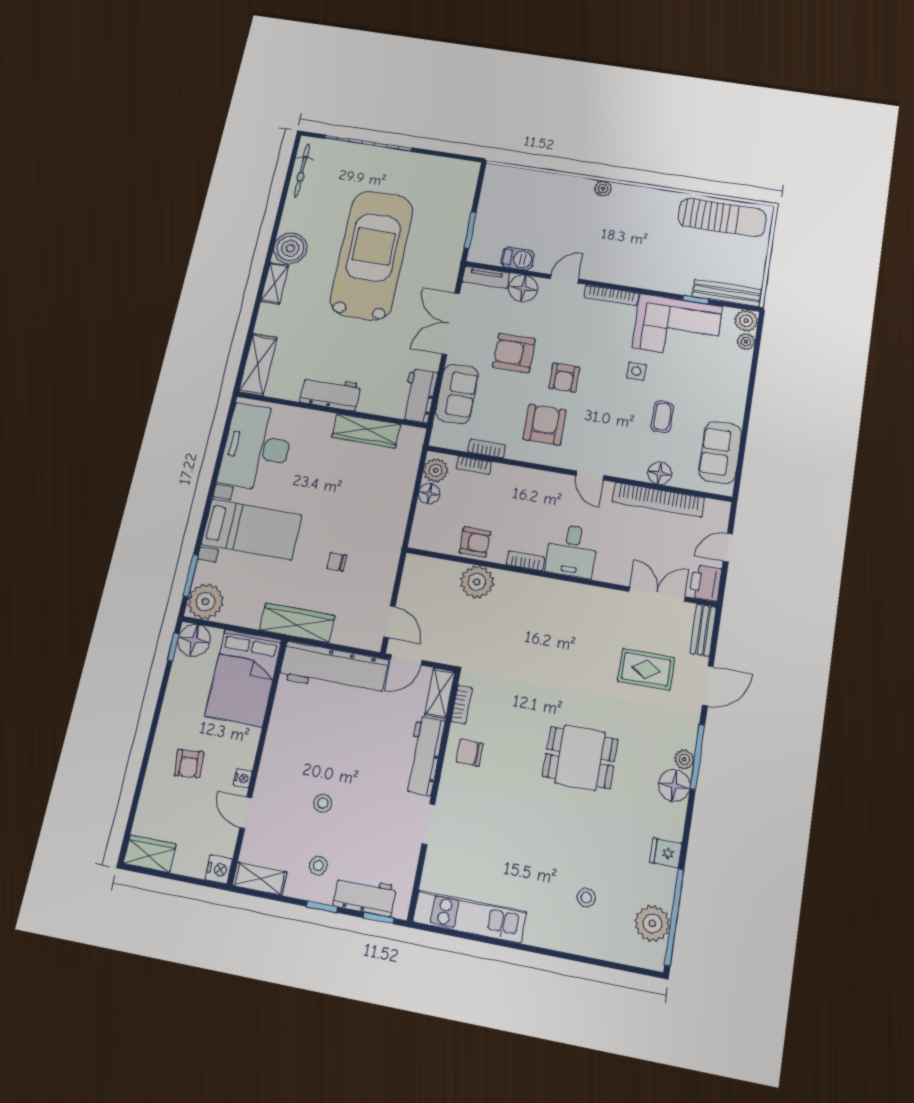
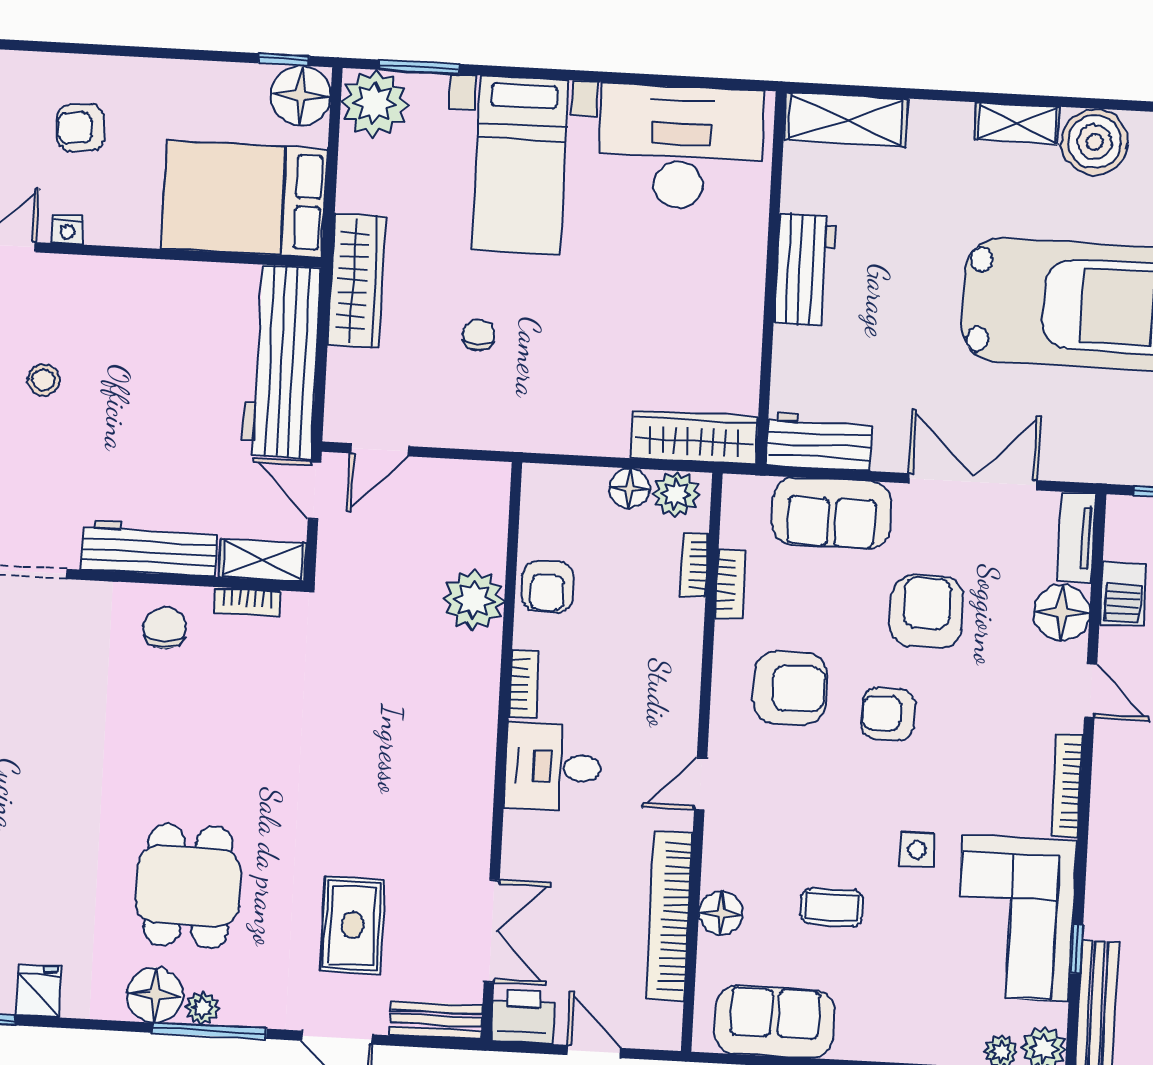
wardrobe: (366, 431) -> (694, 437), moved, turned 90
dining table: (580, 758) -> (188, 886), moved

